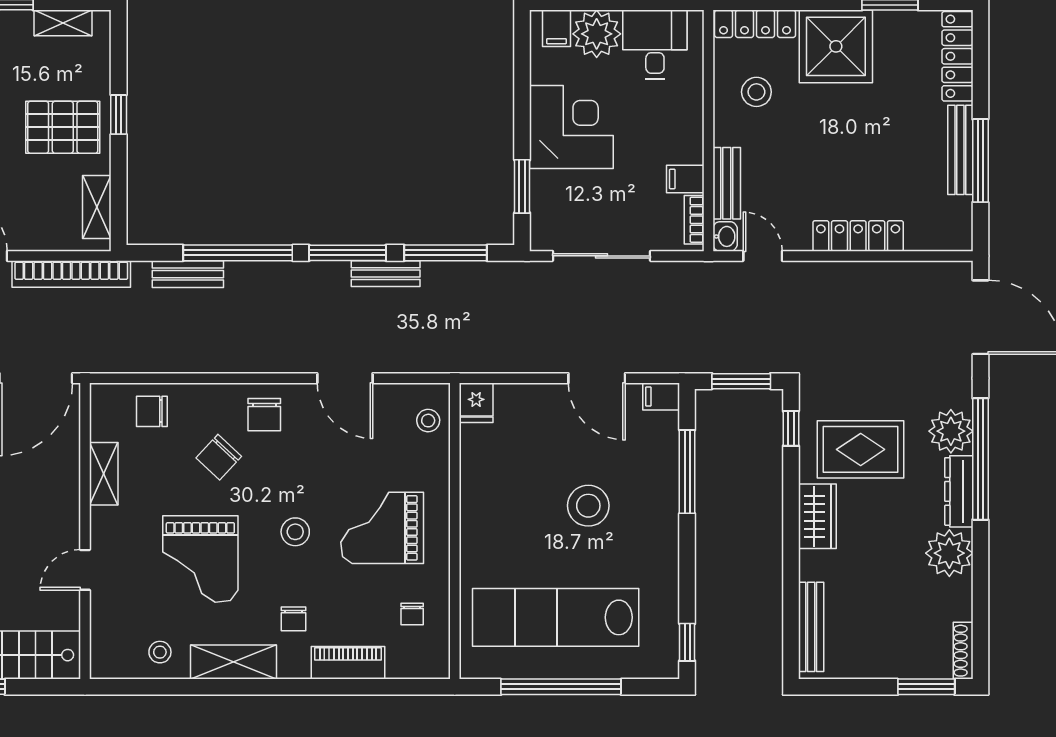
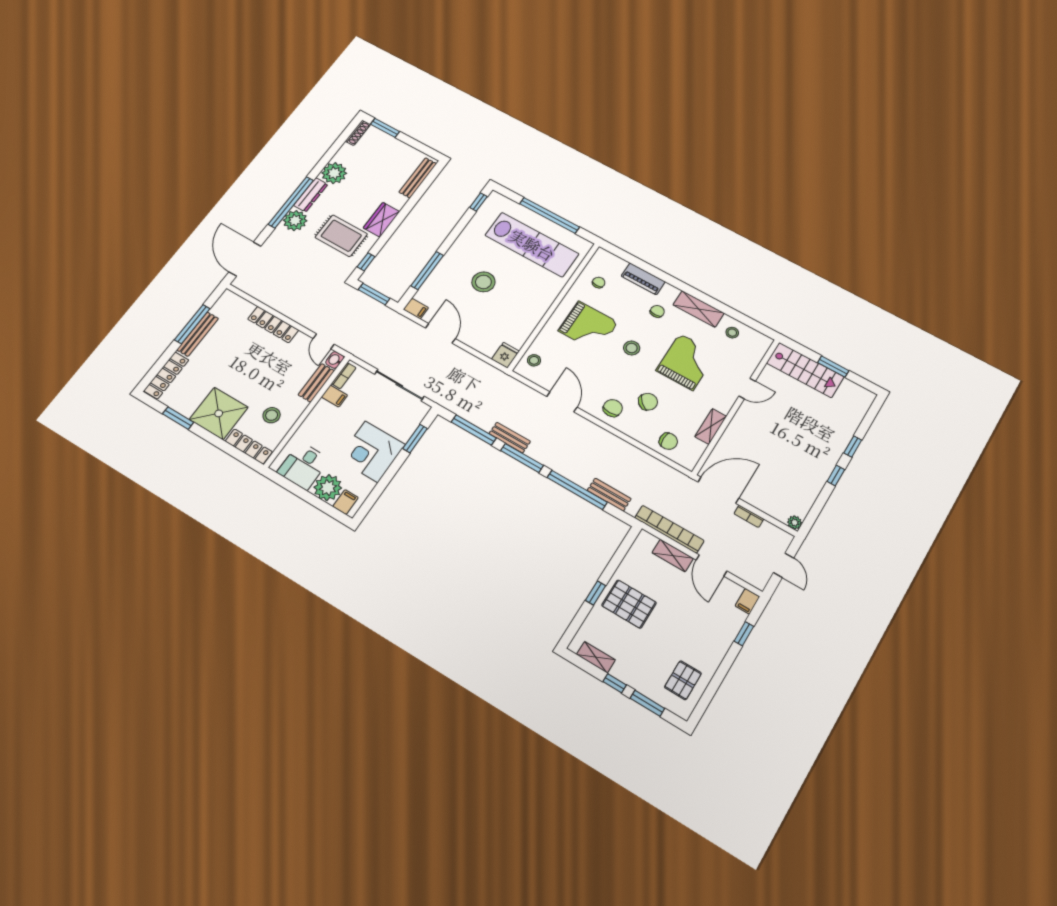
shelving: (97, 207) -> (673, 555), moved, turned 90

